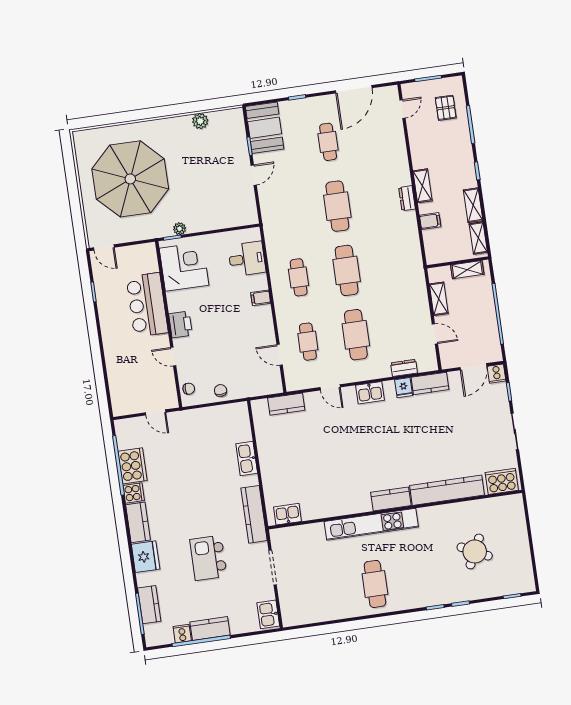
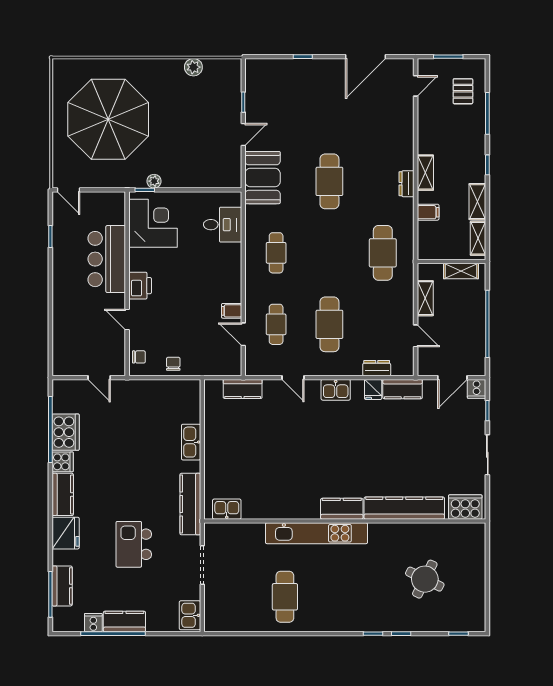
booth: (265, 128) -> (263, 178), moved
cafe table: (328, 142) -> (329, 110), removed
cafe table: (347, 270) -> (383, 253), moved
filing cabinet: (261, 298) -> (232, 311), moved
cafe table: (375, 584) -> (285, 597), moved

